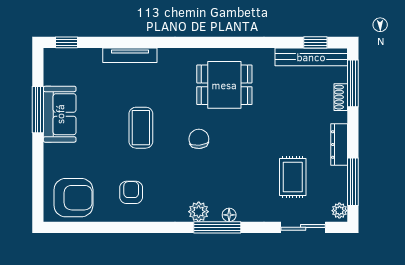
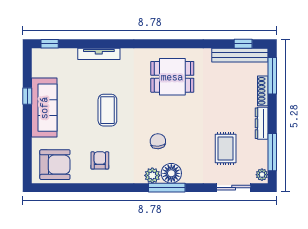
shoe rack: (341, 97) -> (263, 91), width x1.43
window: (38, 110) -> (27, 96), width x0.46
sofa: (60, 114) -> (44, 108), width x1.36
chair: (199, 139) -> (158, 141), moved
floor lamp: (229, 215) -> (171, 173), width x1.89, depth x1.89

